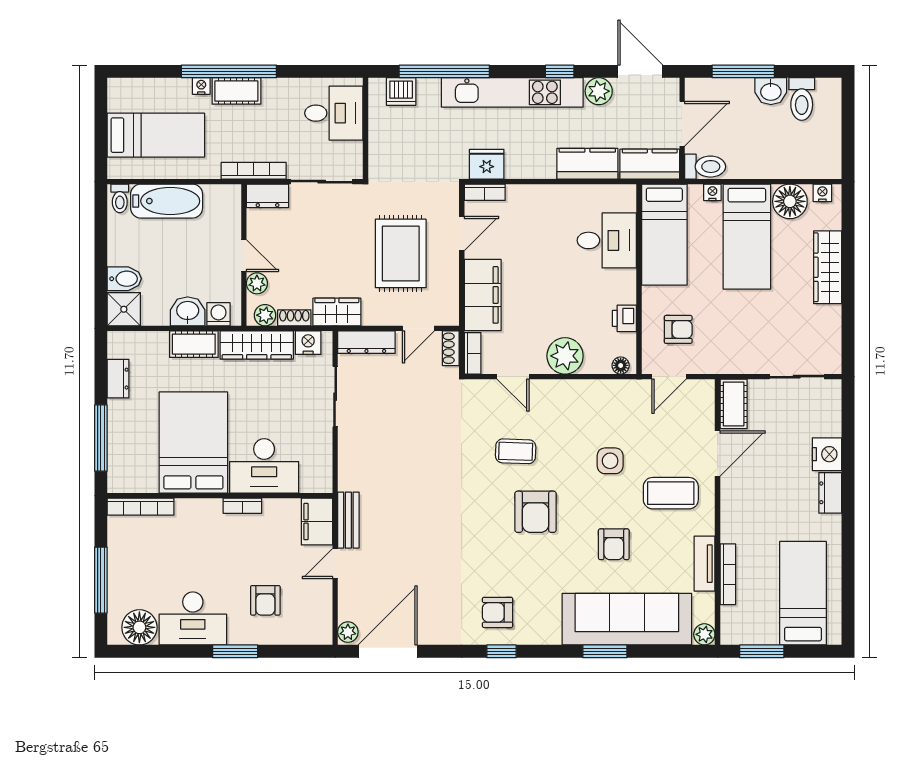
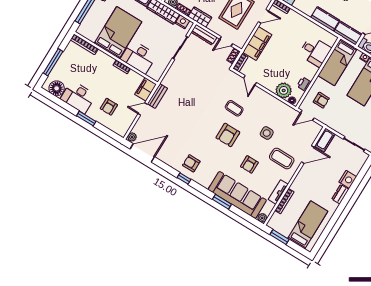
plant: (565, 356) -> (284, 90), moved

